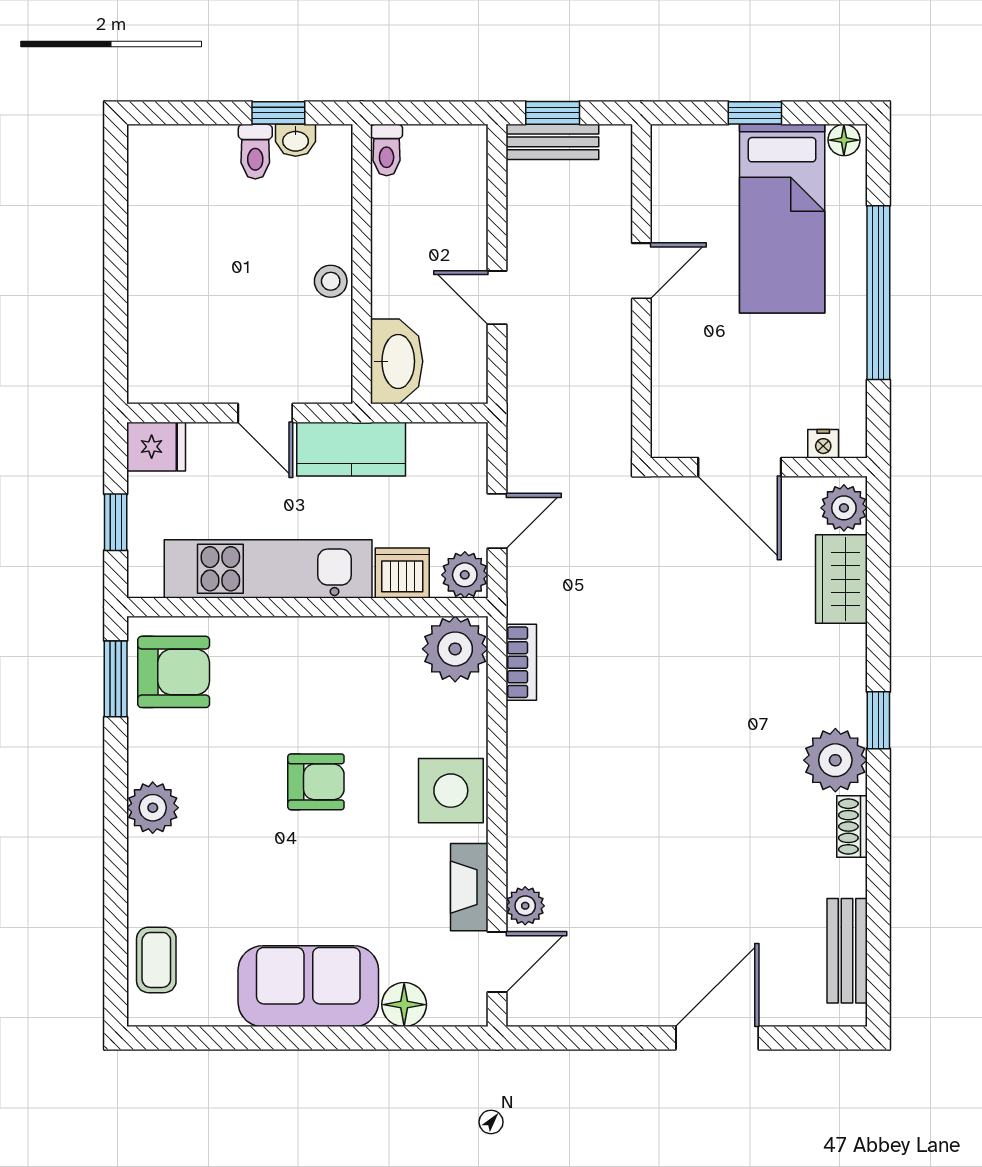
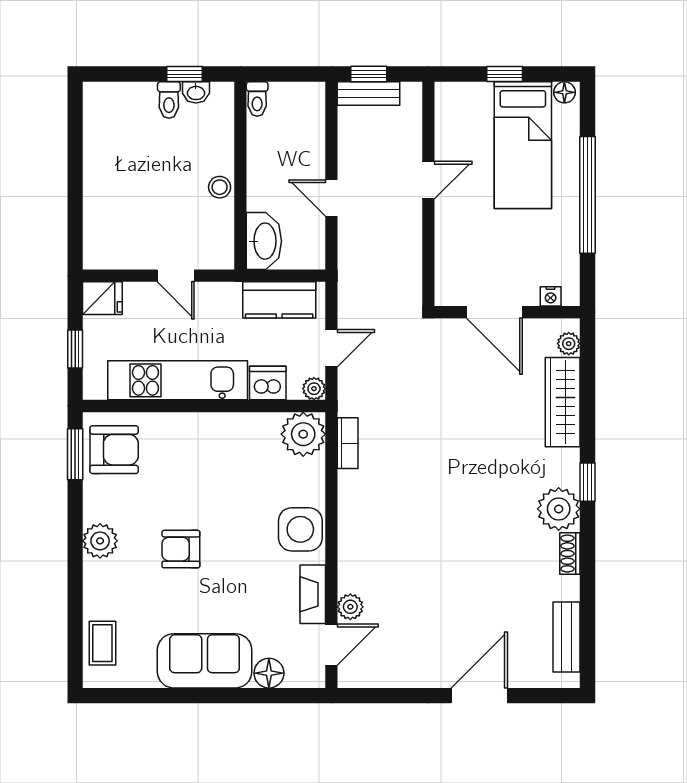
kitchen counter: (351, 449) -> (279, 300), moved
plant: (844, 508) -> (569, 344), width x0.73, depth x0.73
plant: (465, 575) -> (314, 389), width x0.73, depth x0.73
wardrobe: (841, 579) -> (563, 402), width x1.50
armchair: (316, 782) -> (181, 549), moved, turned 180

